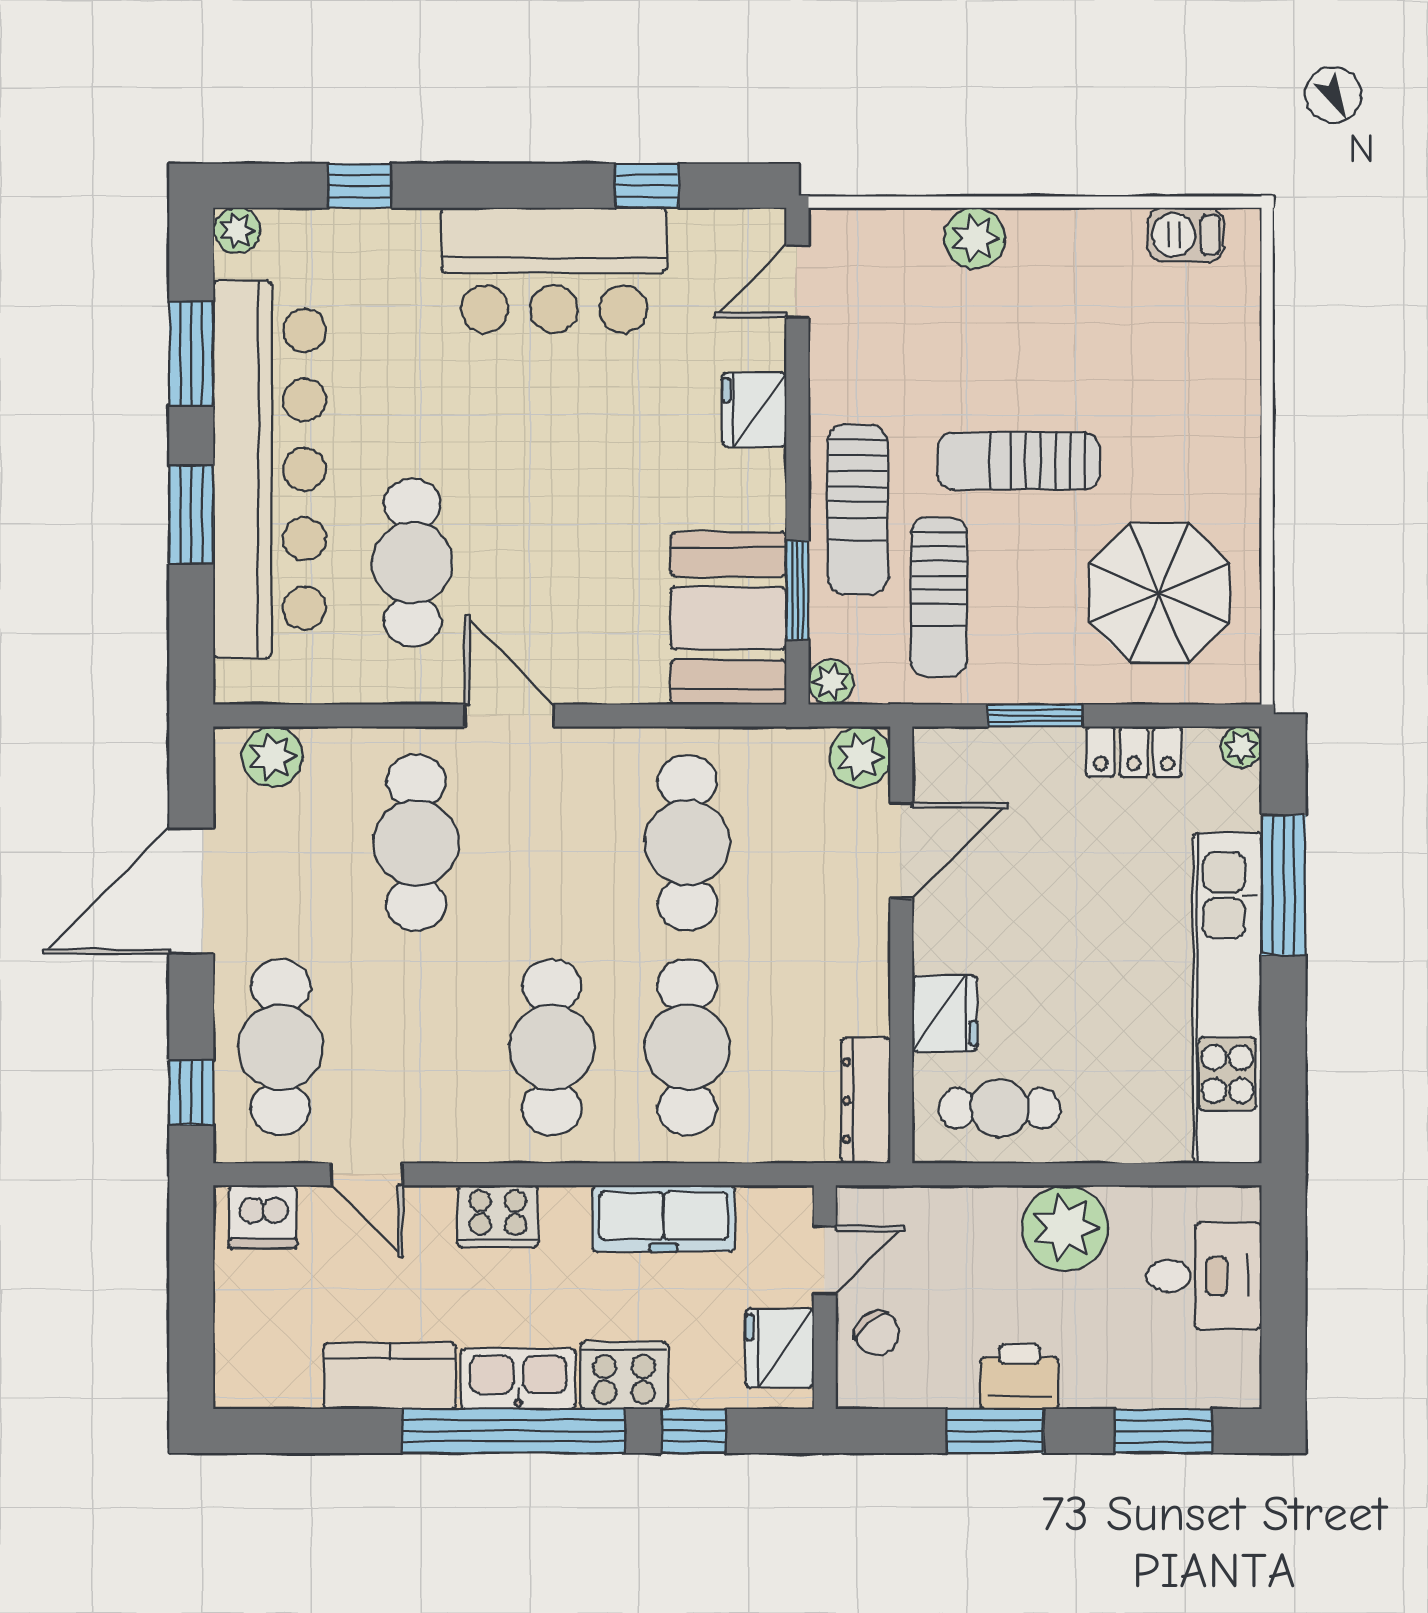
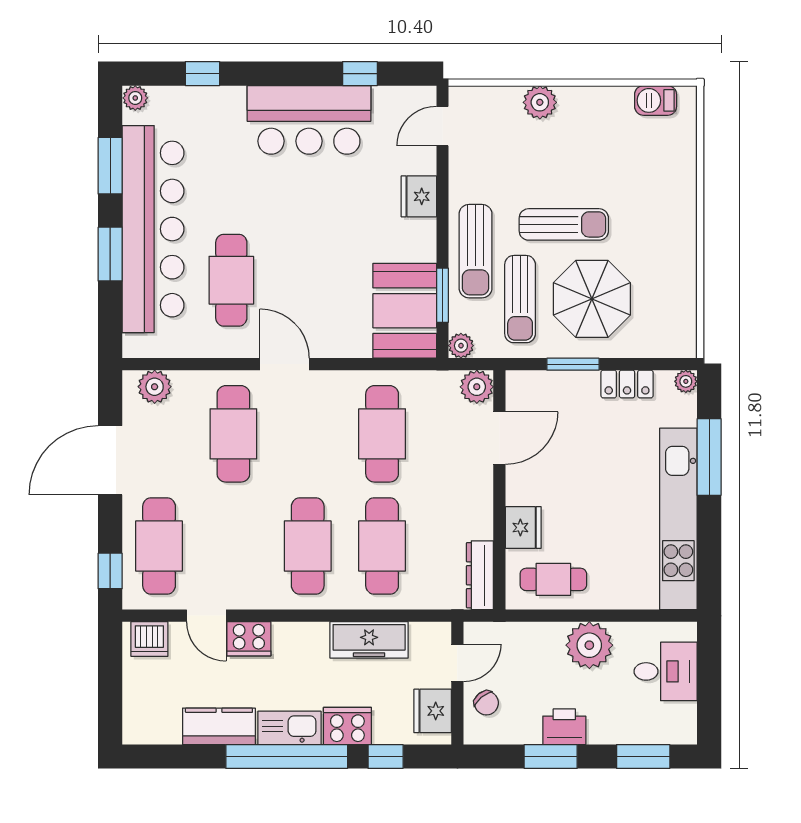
sun lounger: (1019, 461) -> (564, 224), turned 180
parasol: (1159, 593) -> (592, 299), moved
cooker: (498, 1216) -> (249, 639), moved

